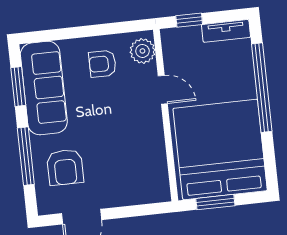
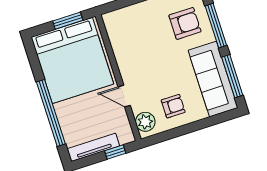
tv unit: (226, 31) -> (93, 147), width x1.41
window: (18, 87) -> (232, 76), width x1.44
armchair: (65, 167) -> (185, 23), turned 90

